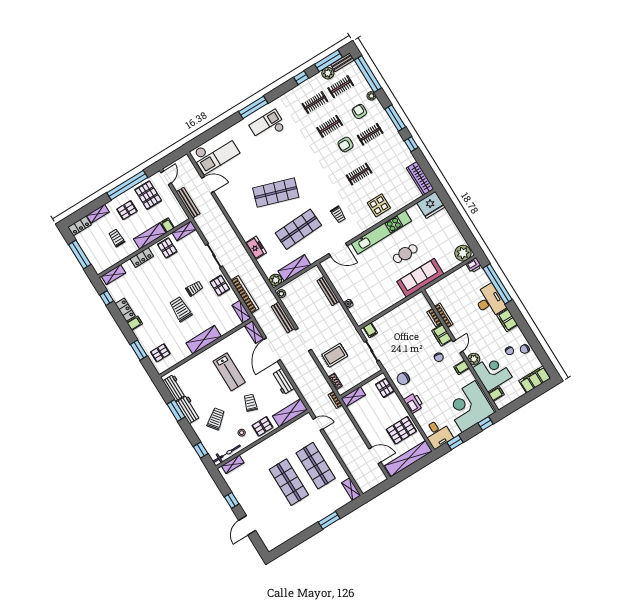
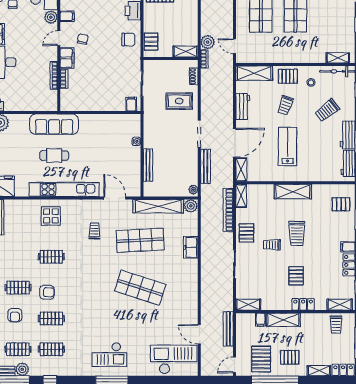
trolley: (117, 238) -> (336, 325), moved
pallet: (167, 248) -> (296, 276), moved
shelving: (294, 268) -> (158, 206), width x1.47
plant: (341, 415) -> (208, 42), added

